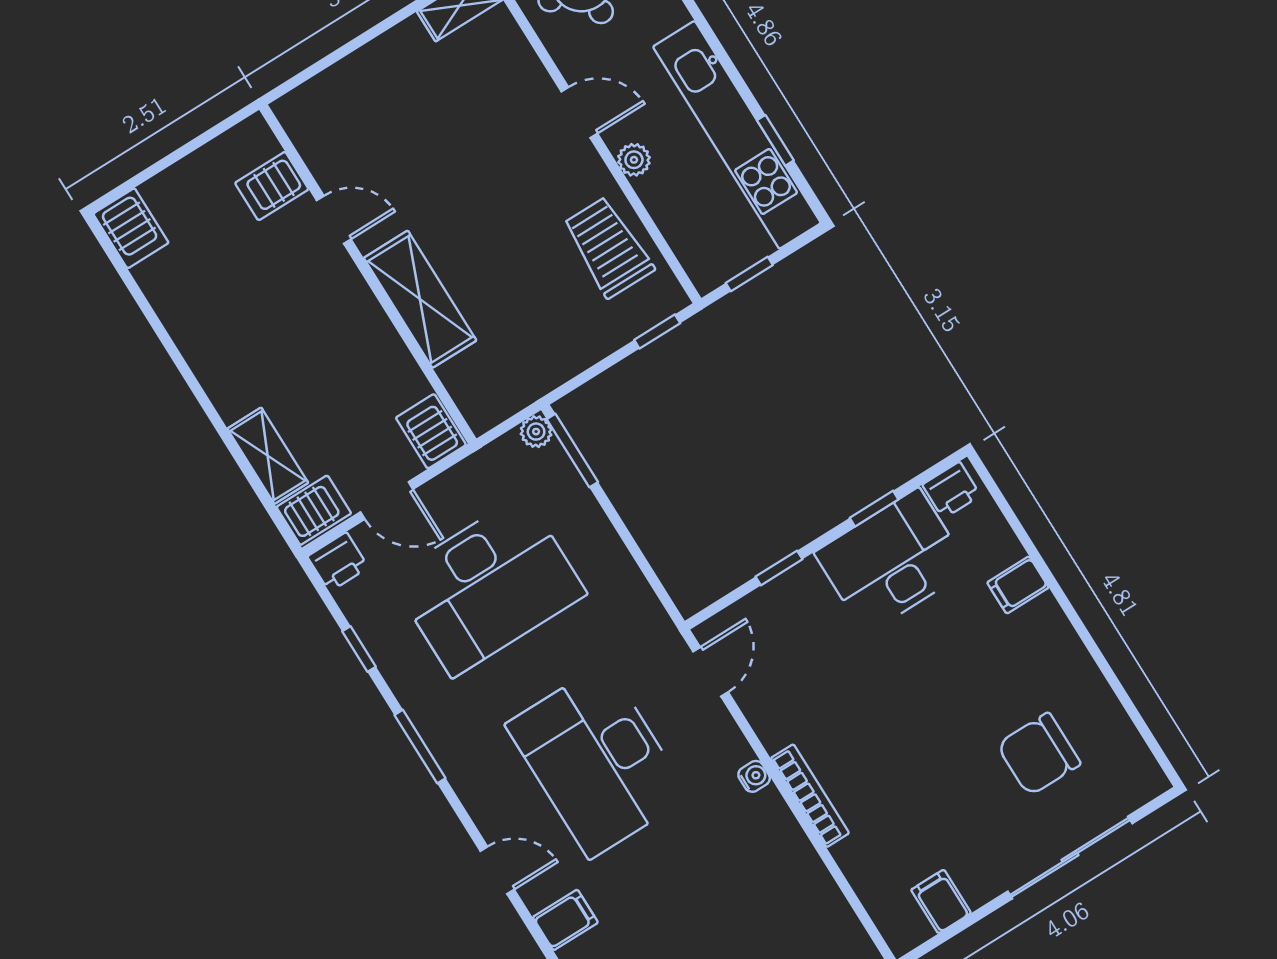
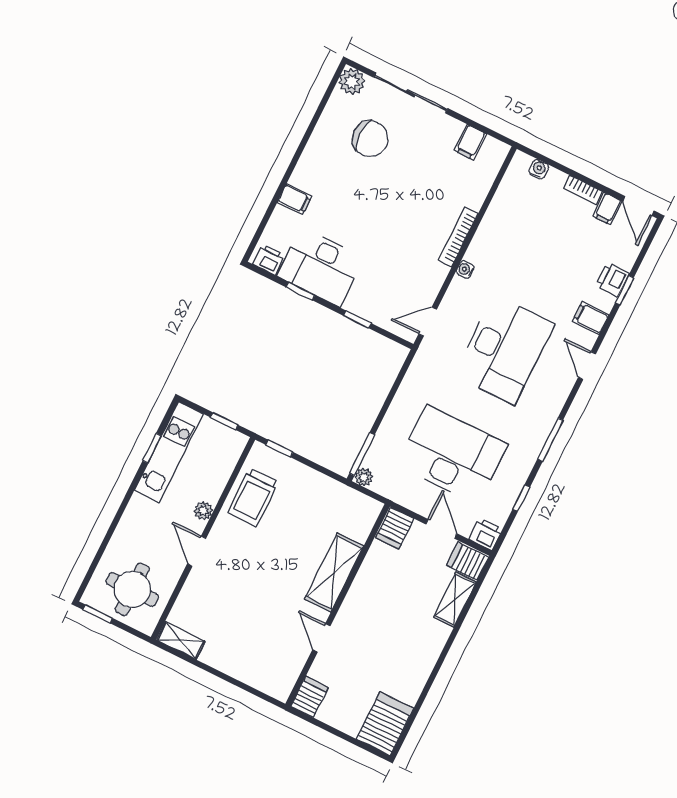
kitchen unit: (737, 135) -> (169, 452), width x0.73
server rack: (272, 186) -> (309, 697), moved, turned -90
server rack: (131, 228) -> (385, 724), width x1.36, depth x1.44
plant: (1142, 780) -> (352, 81), added

